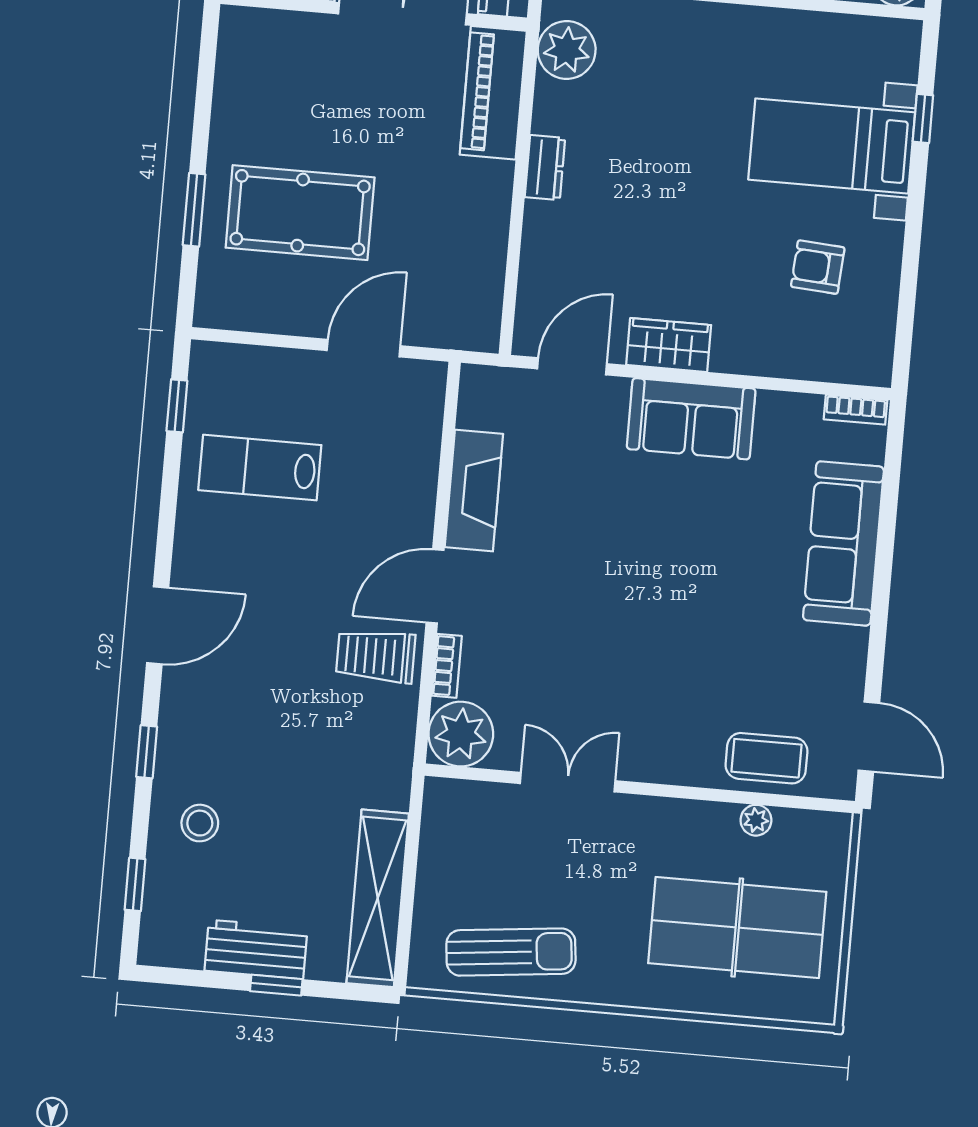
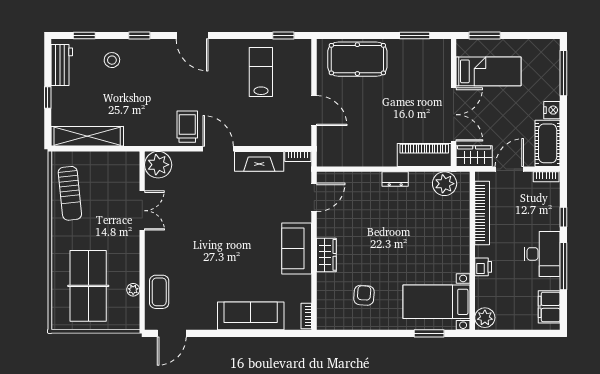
window: (923, 118) -> (429, 333), width x1.50
bed with nightstands: (832, 146) -> (436, 302), moved, turned -90
window: (194, 210) -> (415, 36), moved
pool table: (300, 213) -> (357, 59), moved, turned 90
wardrobe: (669, 345) -> (326, 255), moved
door: (572, 366) -> (314, 197), hinge flipped
bookcase: (447, 666) -> (298, 156), moved
workbench: (256, 949) -> (62, 65), moved

